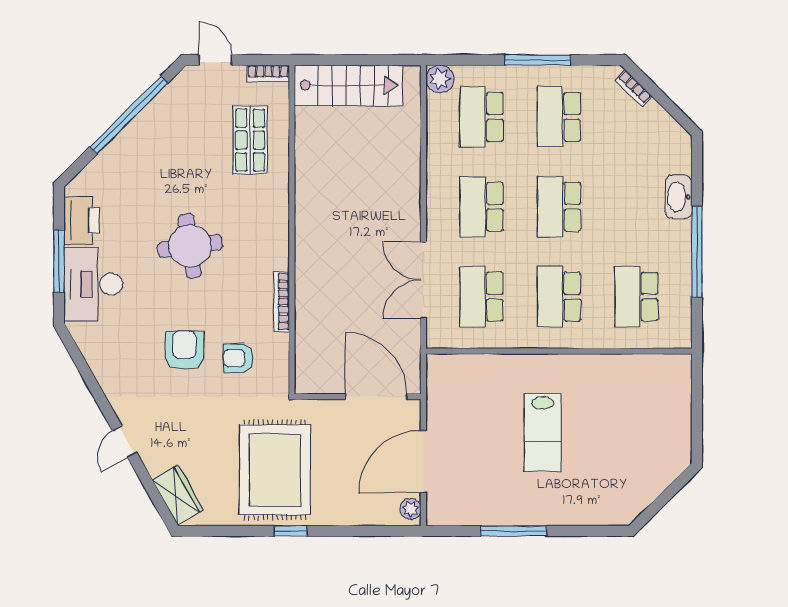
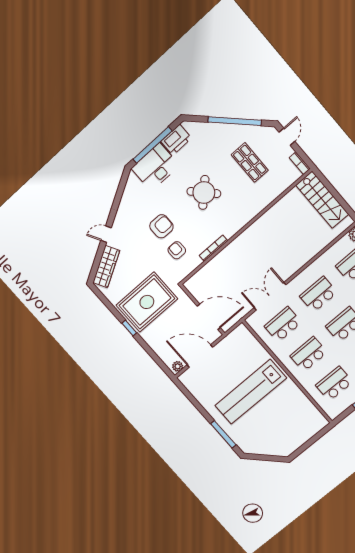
shop shelf: (250, 140) -> (250, 162), moved, turned 90
round table: (190, 246) -> (204, 192), turned -36
window: (59, 261) -> (152, 145), width x1.46
door: (376, 397) -> (209, 317), hinge flipped
lab bench: (543, 432) -> (251, 392), width x1.86, depth x1.39
wardrobe: (178, 495) -> (106, 267), width x1.50
window: (513, 531) -> (223, 434), moved

